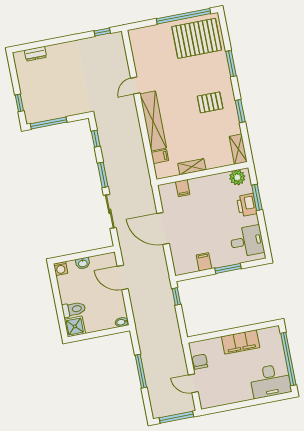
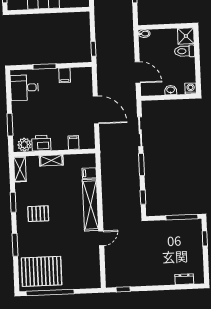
shelving: (192, 167) -> (51, 160), moved
printer: (247, 205) -> (41, 143), moved, turned -90

